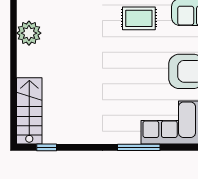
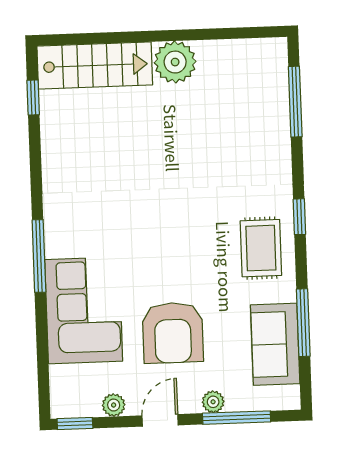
plant: (29, 33) -> (175, 62), moved

